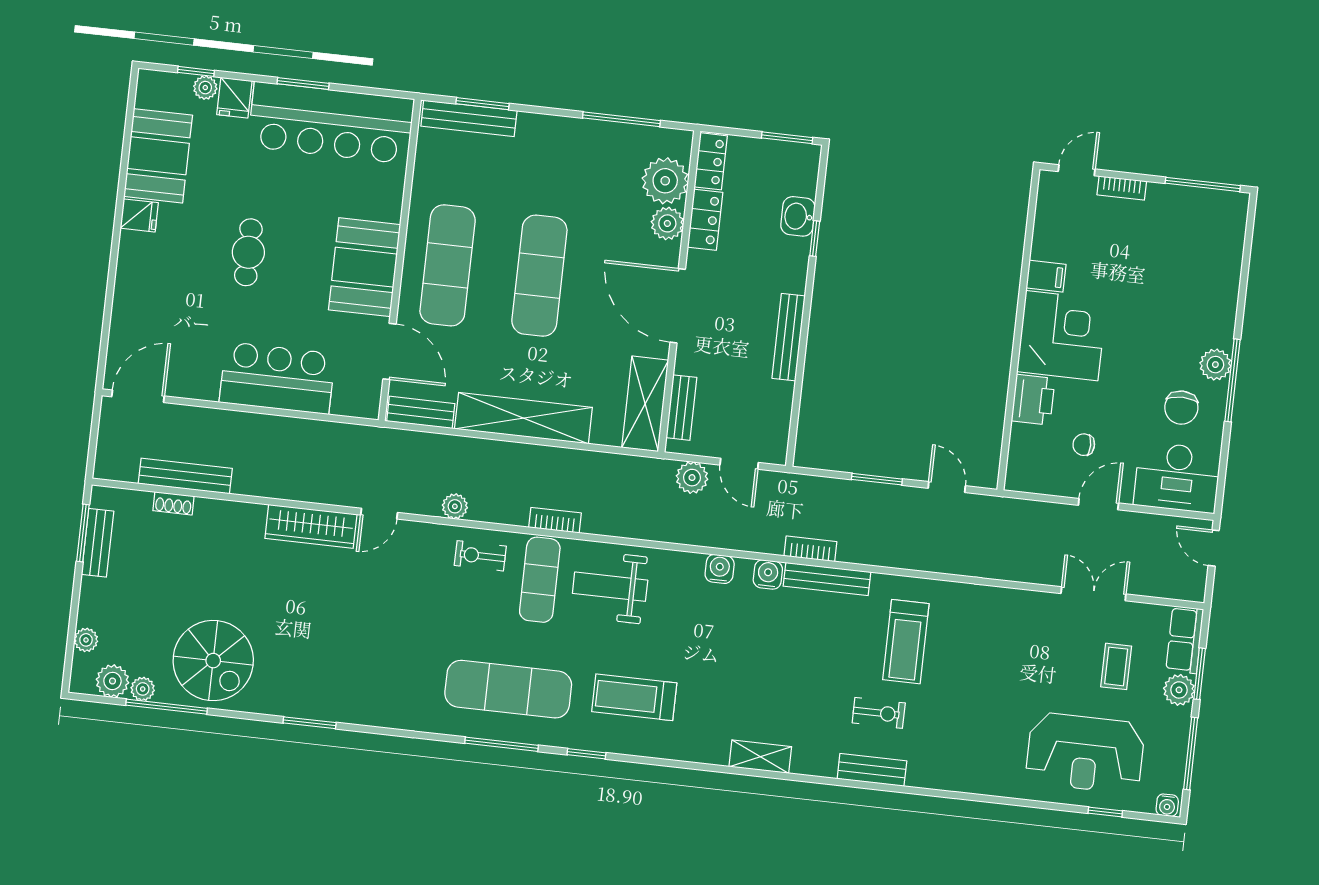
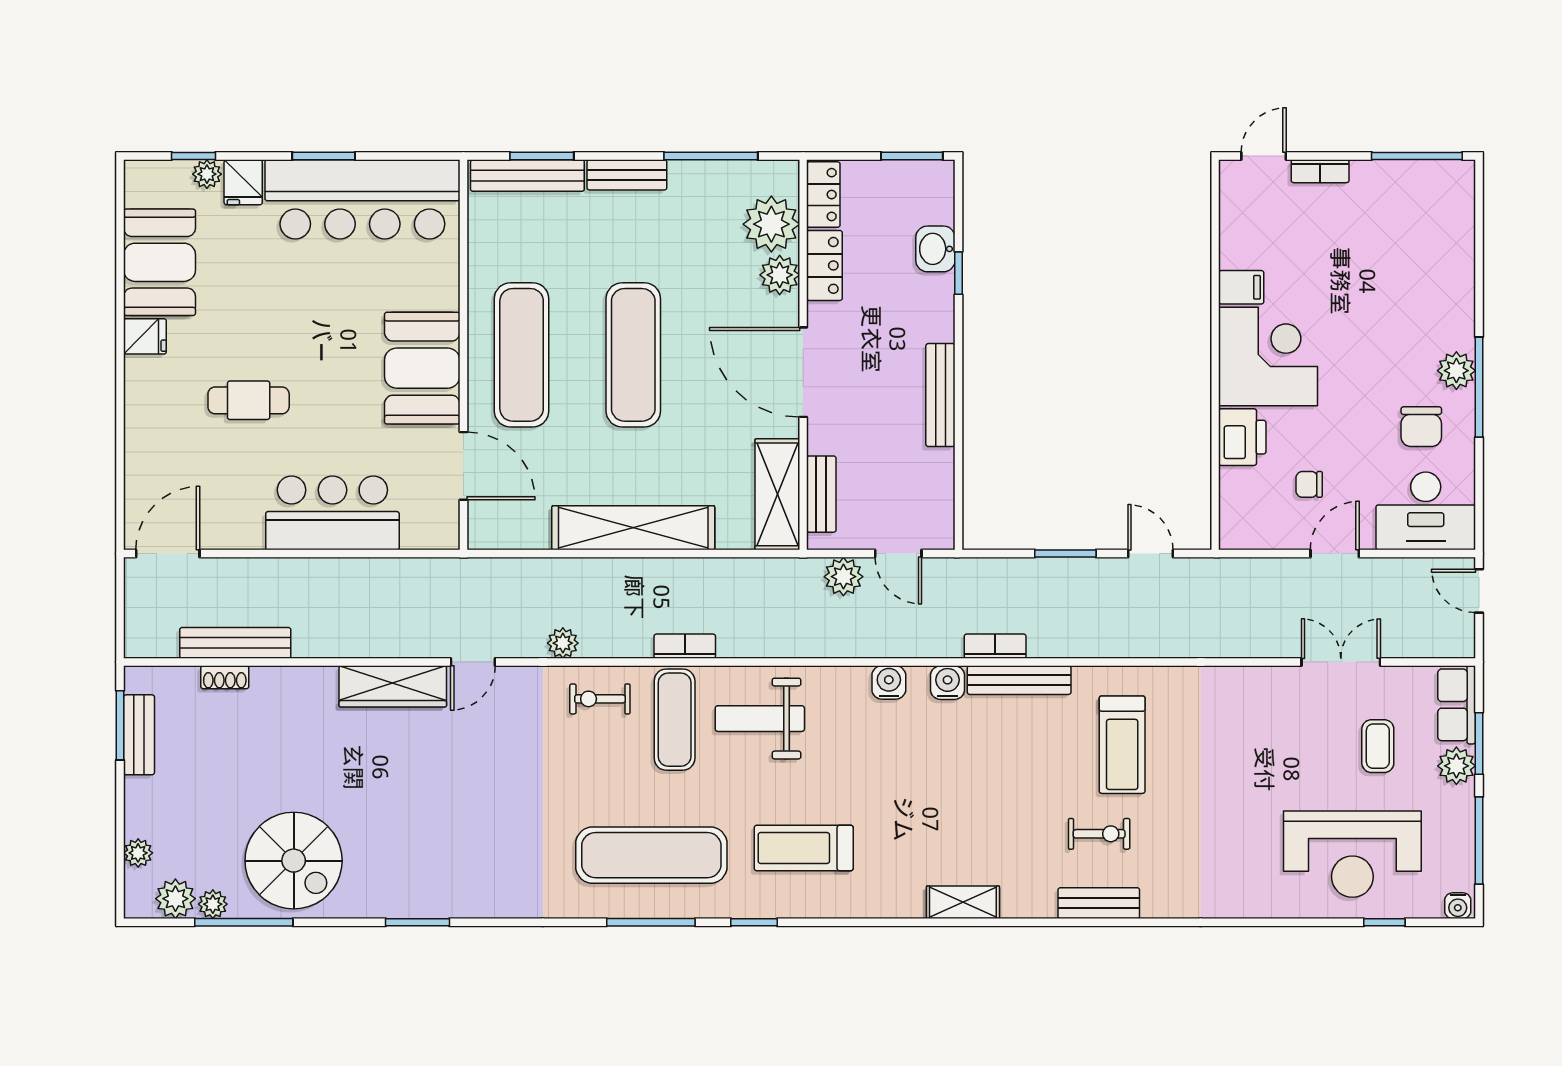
cafe table: (248, 252) -> (249, 400), moved, turned 90
bench: (421, 412) -> (627, 175), moved

